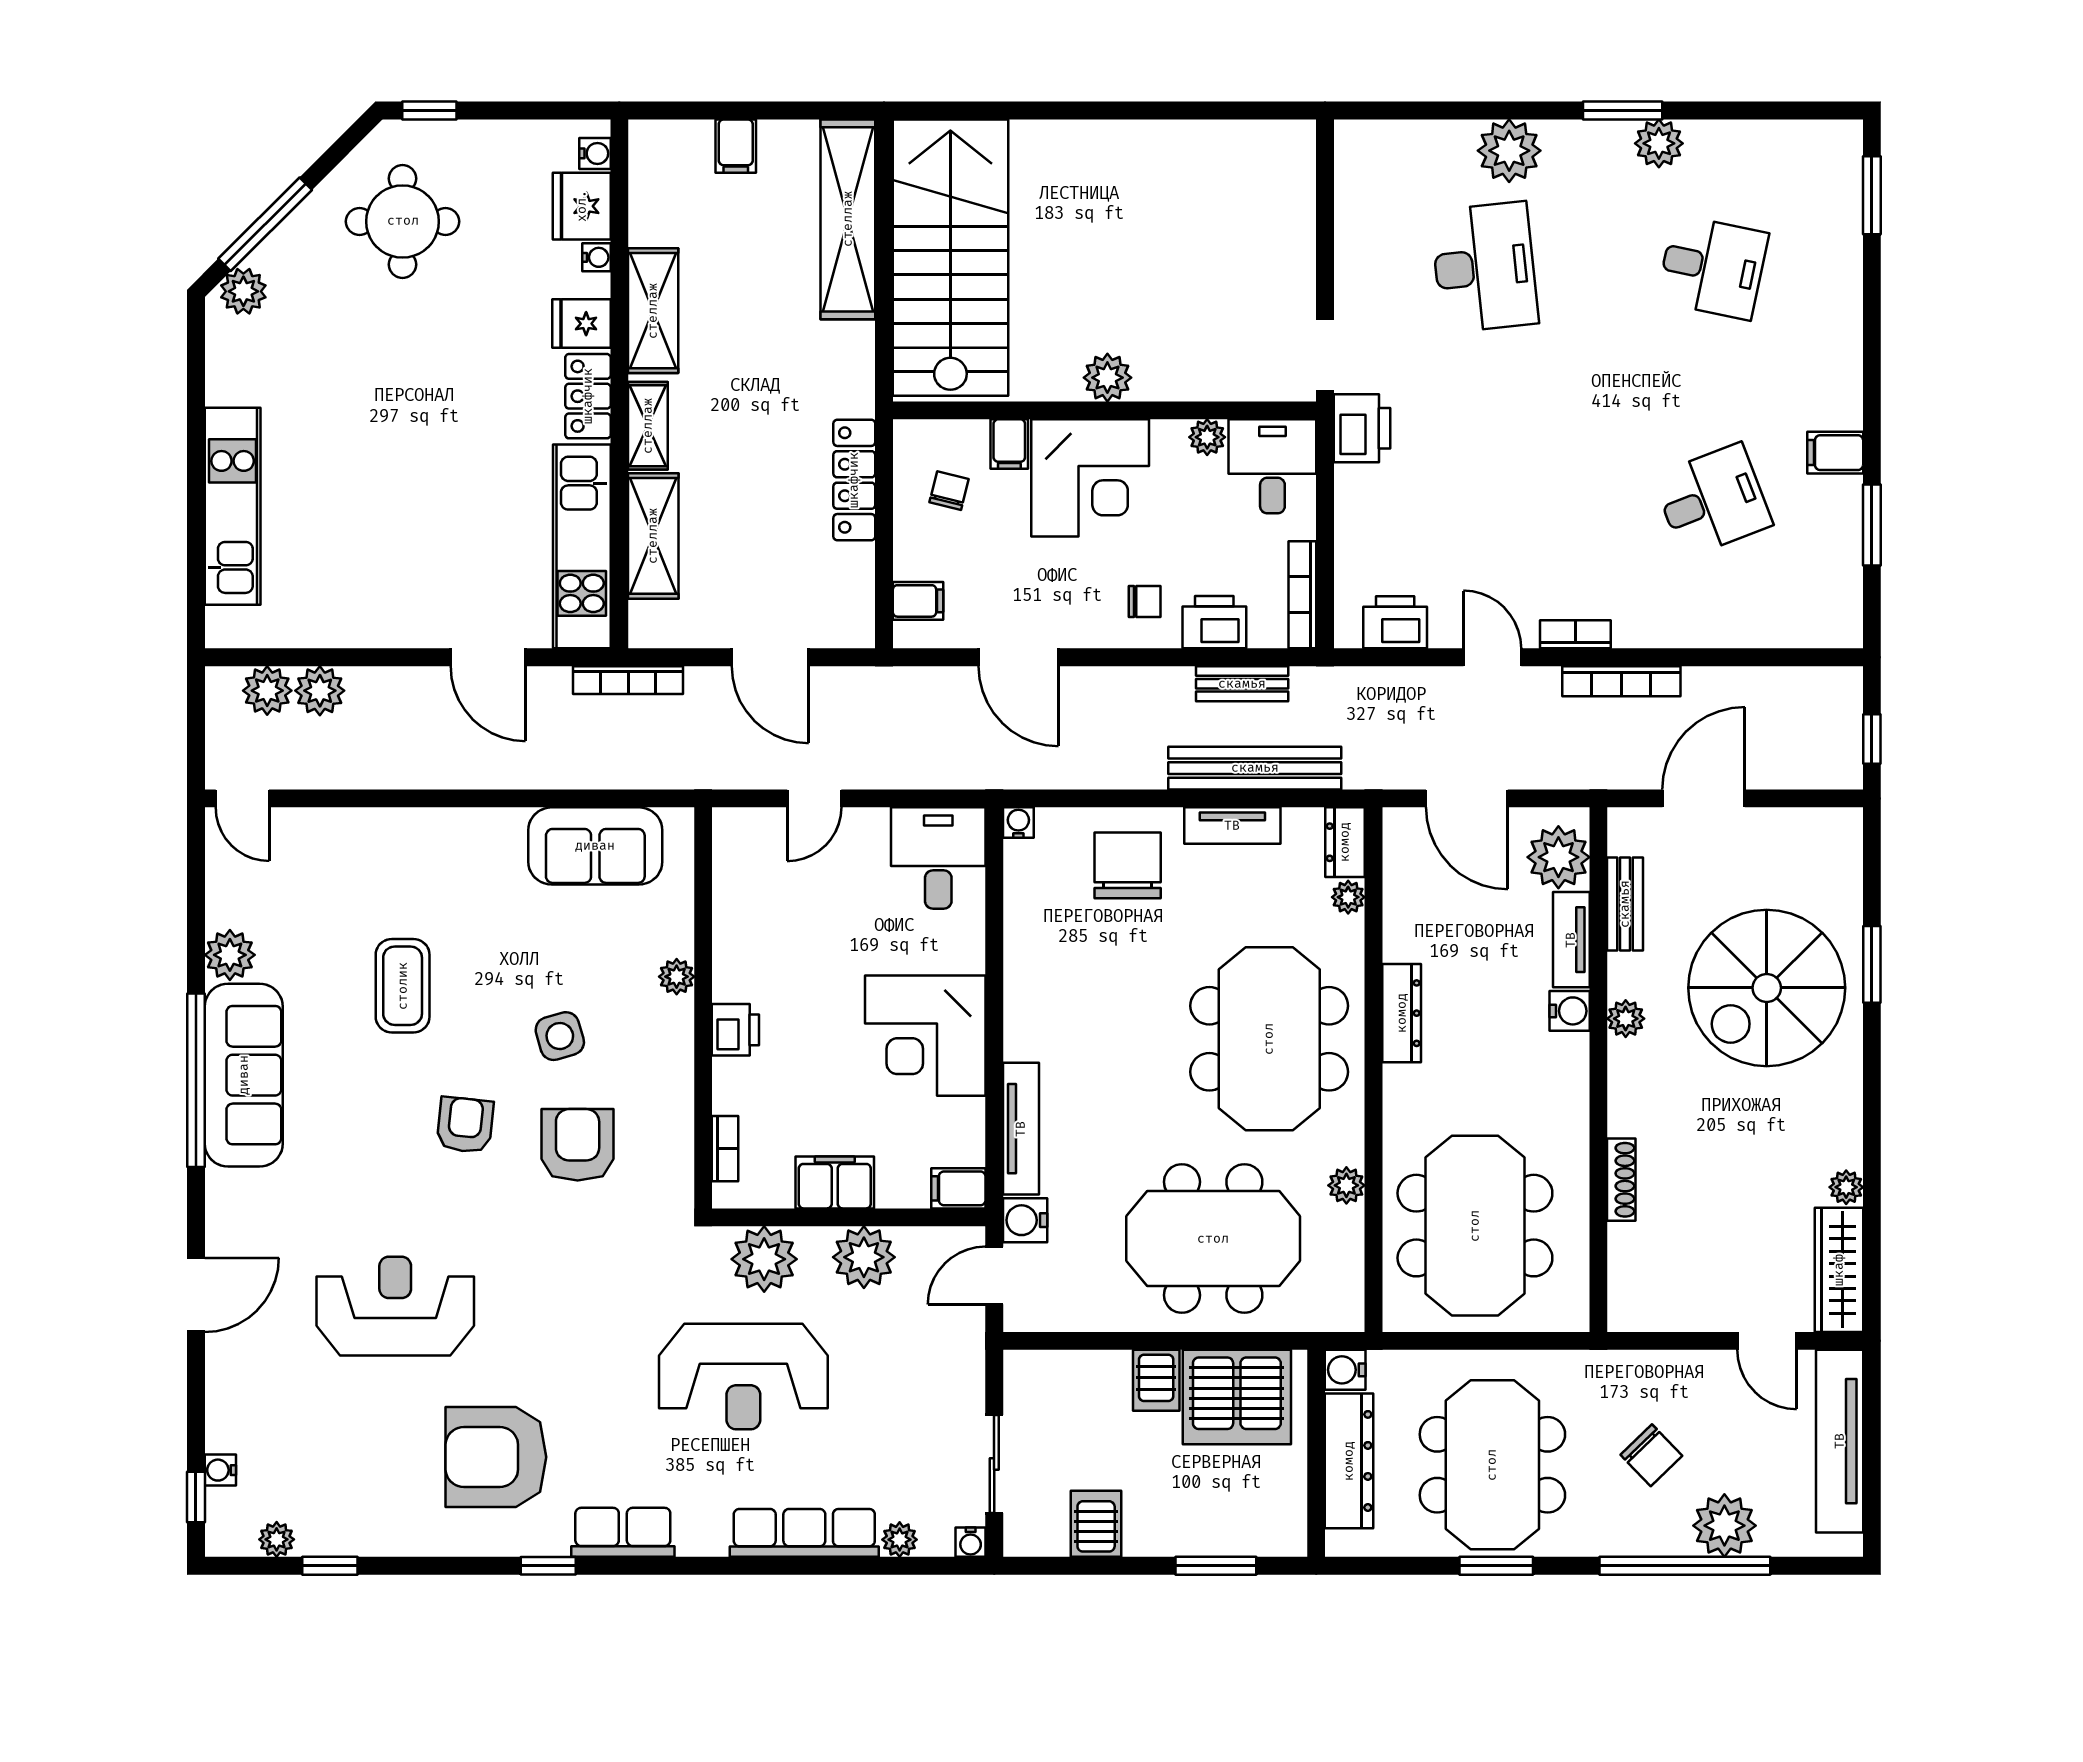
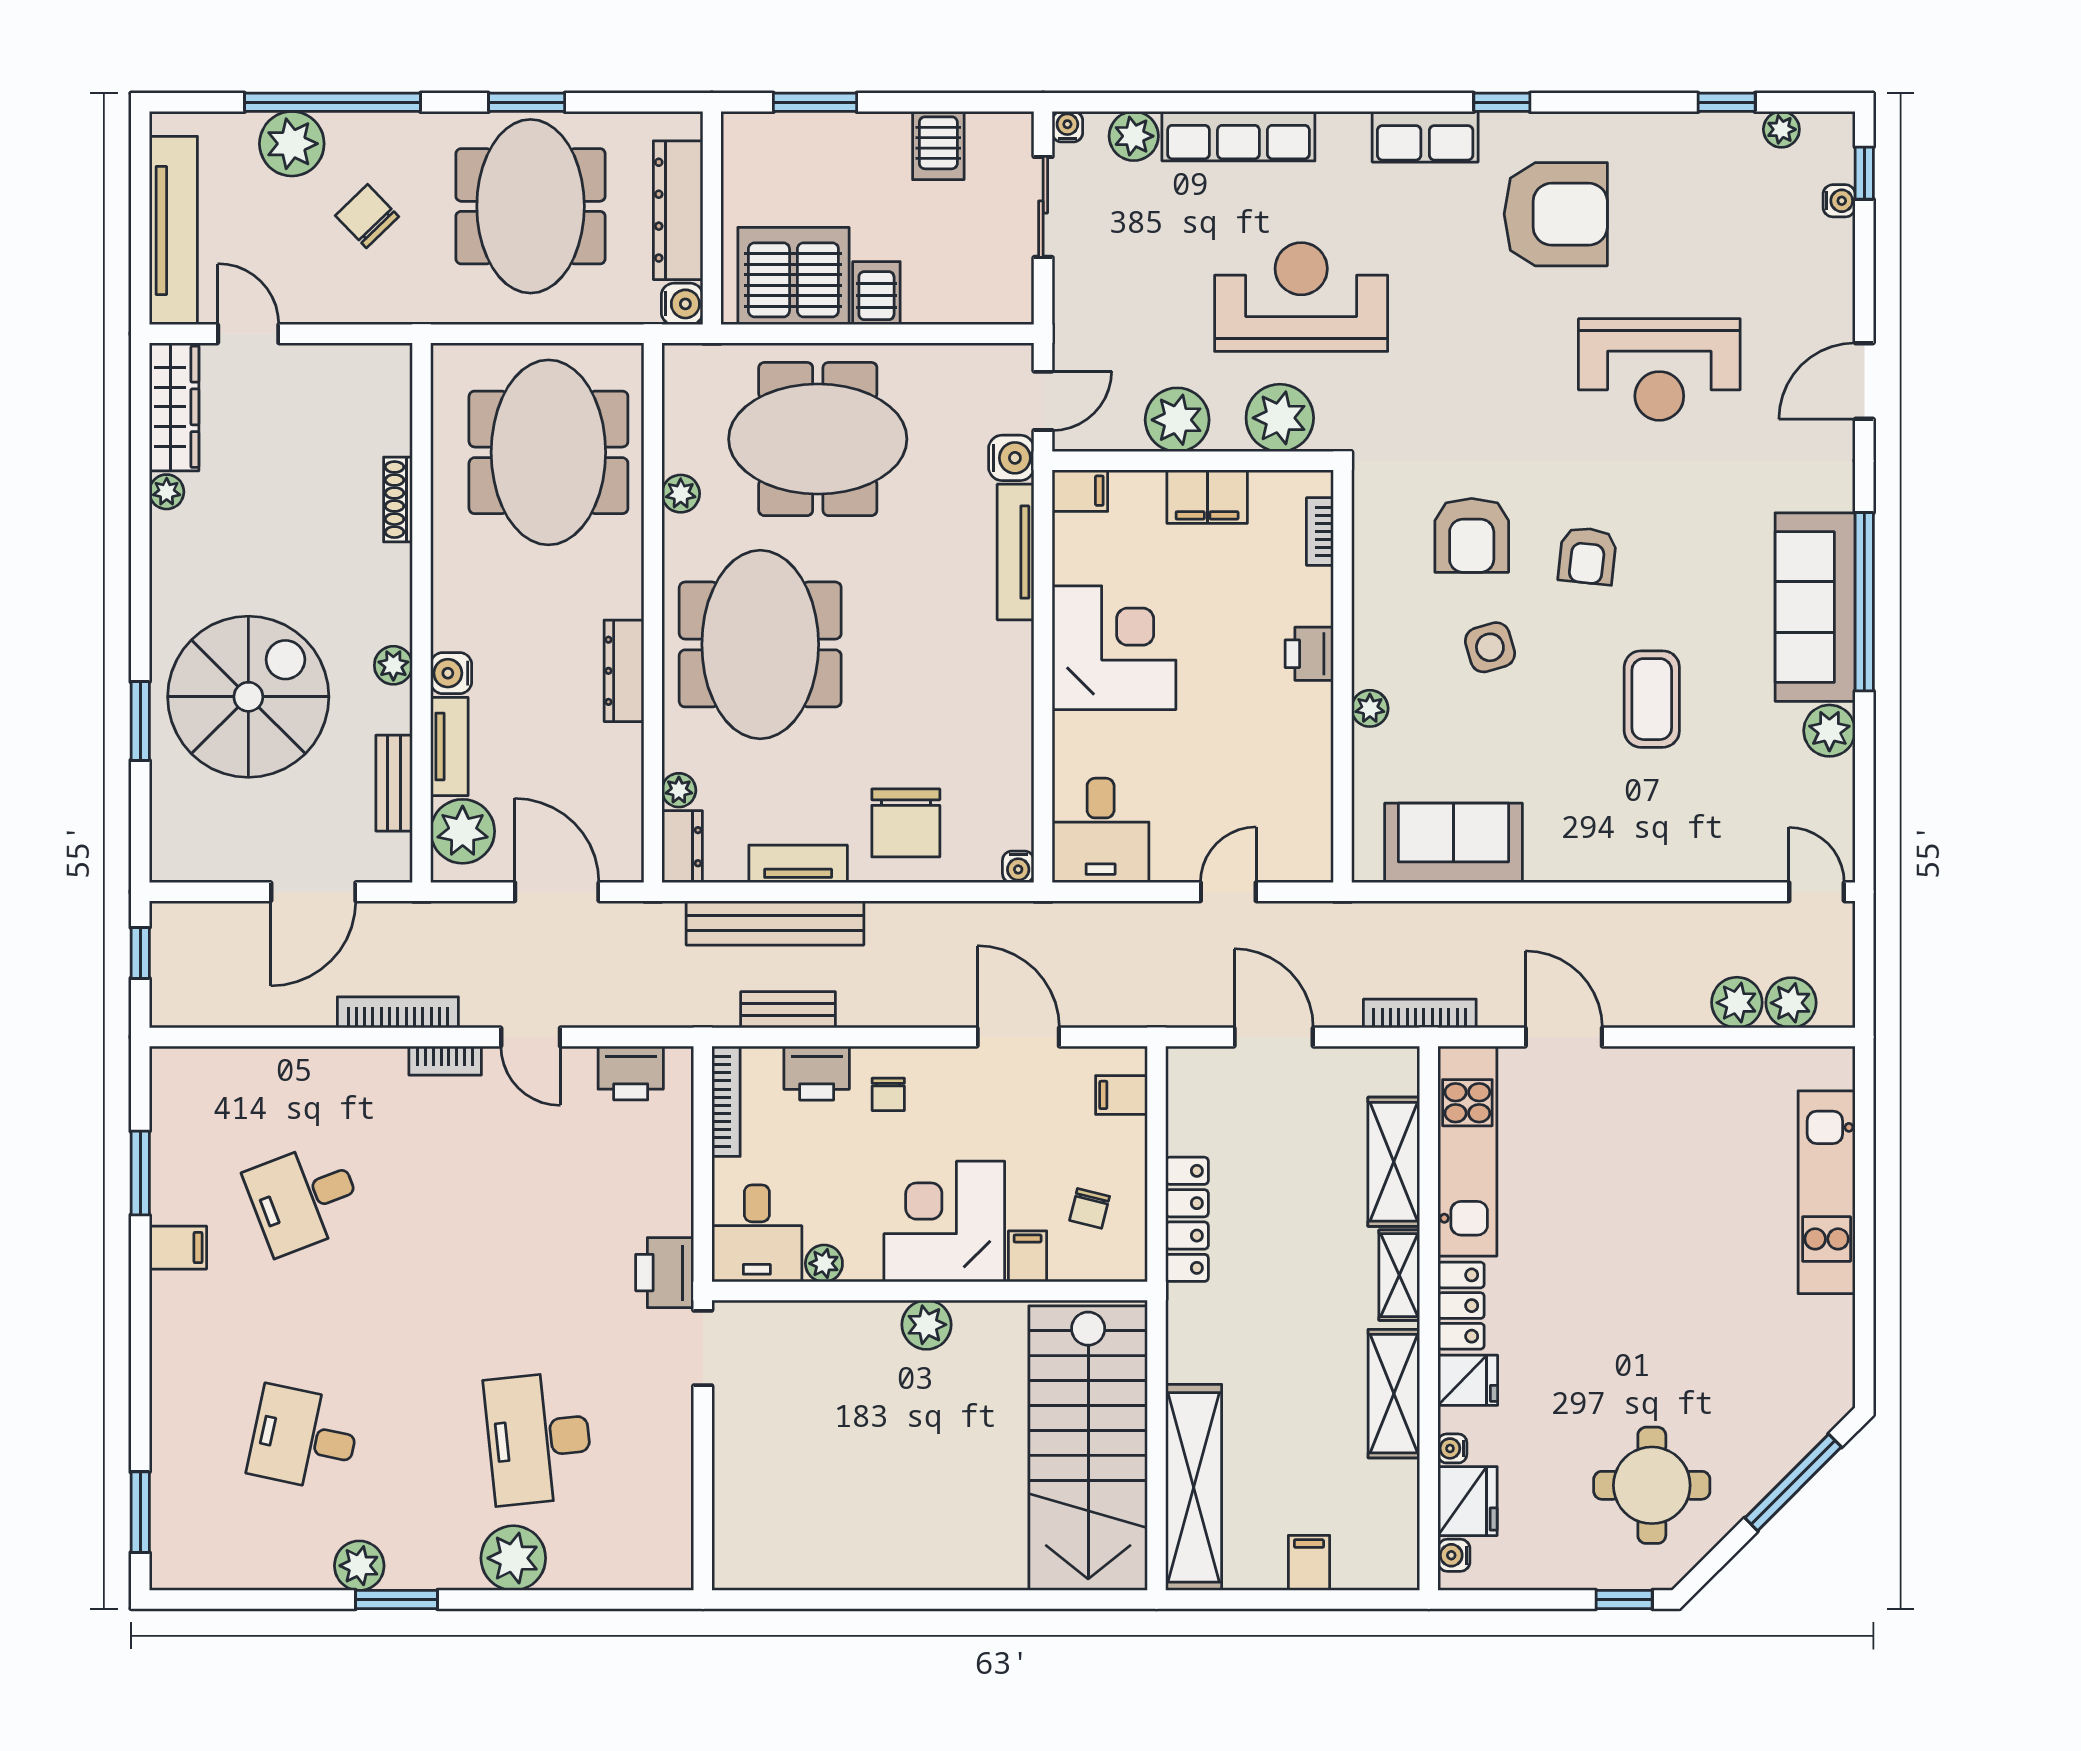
plant: (243, 291) -> (1816, 1414), removed
chair: (1145, 602) -> (888, 1094), turned -90
plant: (900, 1540) -> (1134, 136), width x1.38, depth x1.38

